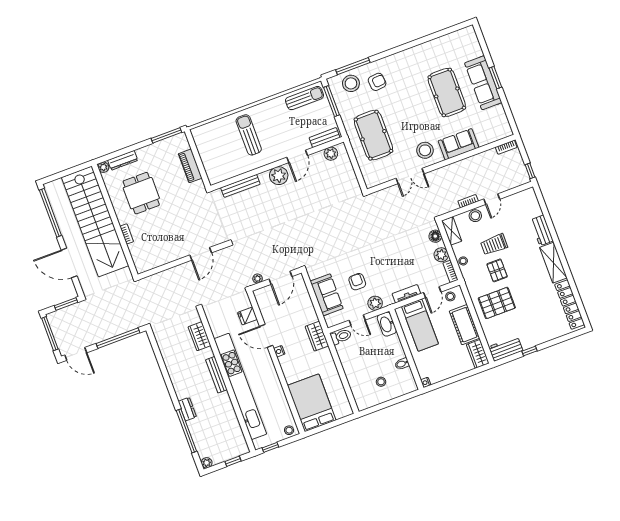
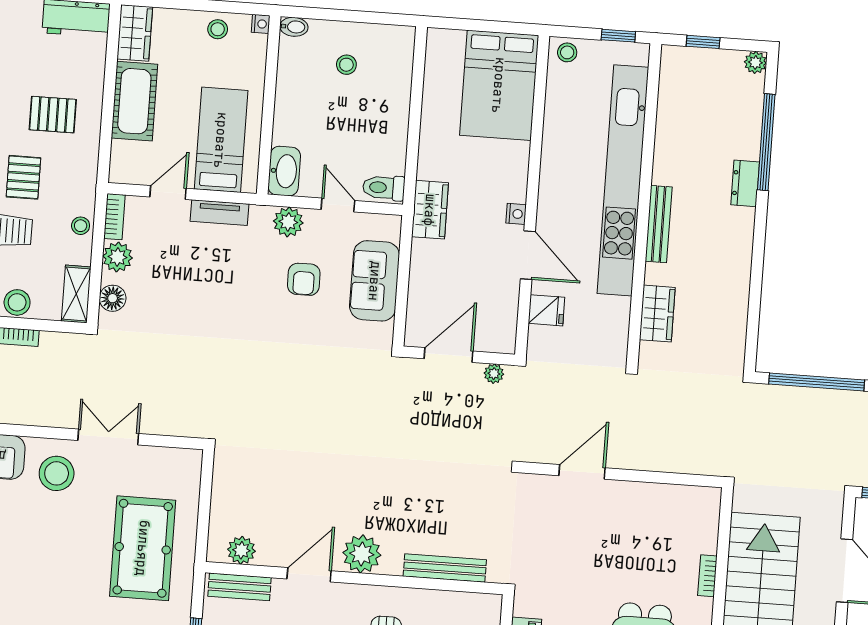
stool: (450, 296) -> (218, 29), moved
pallet: (497, 303) -> (53, 115), width x0.67, depth x0.71
bidet: (402, 364) -> (294, 27), moved

